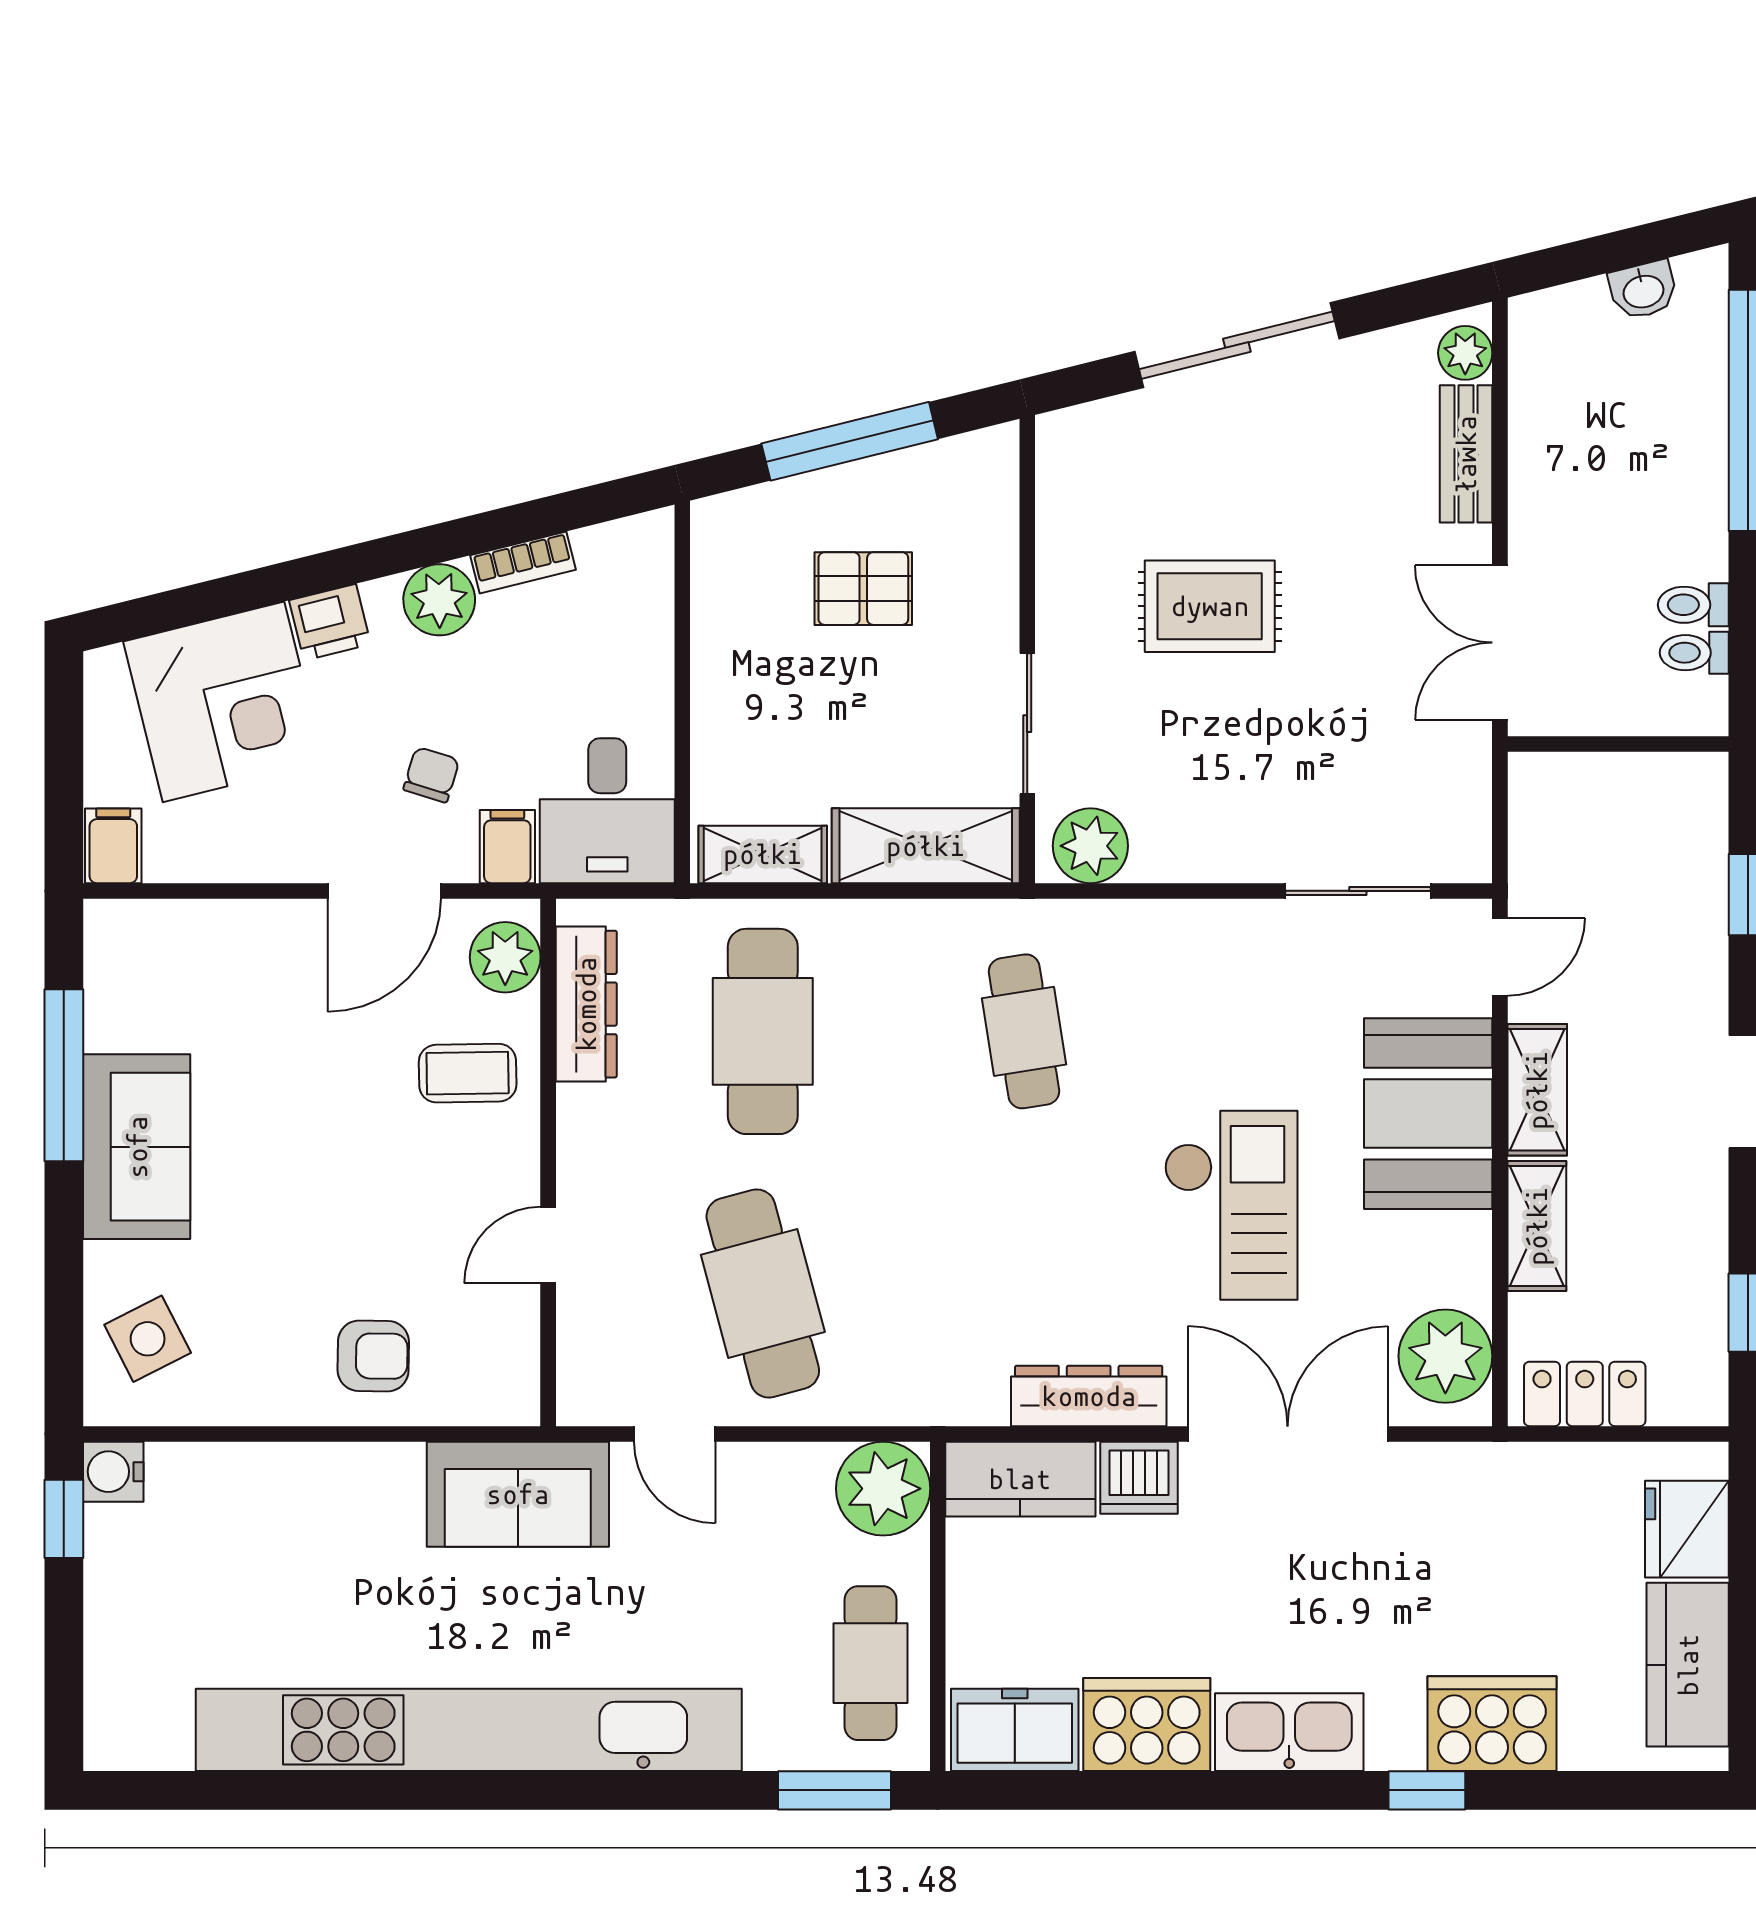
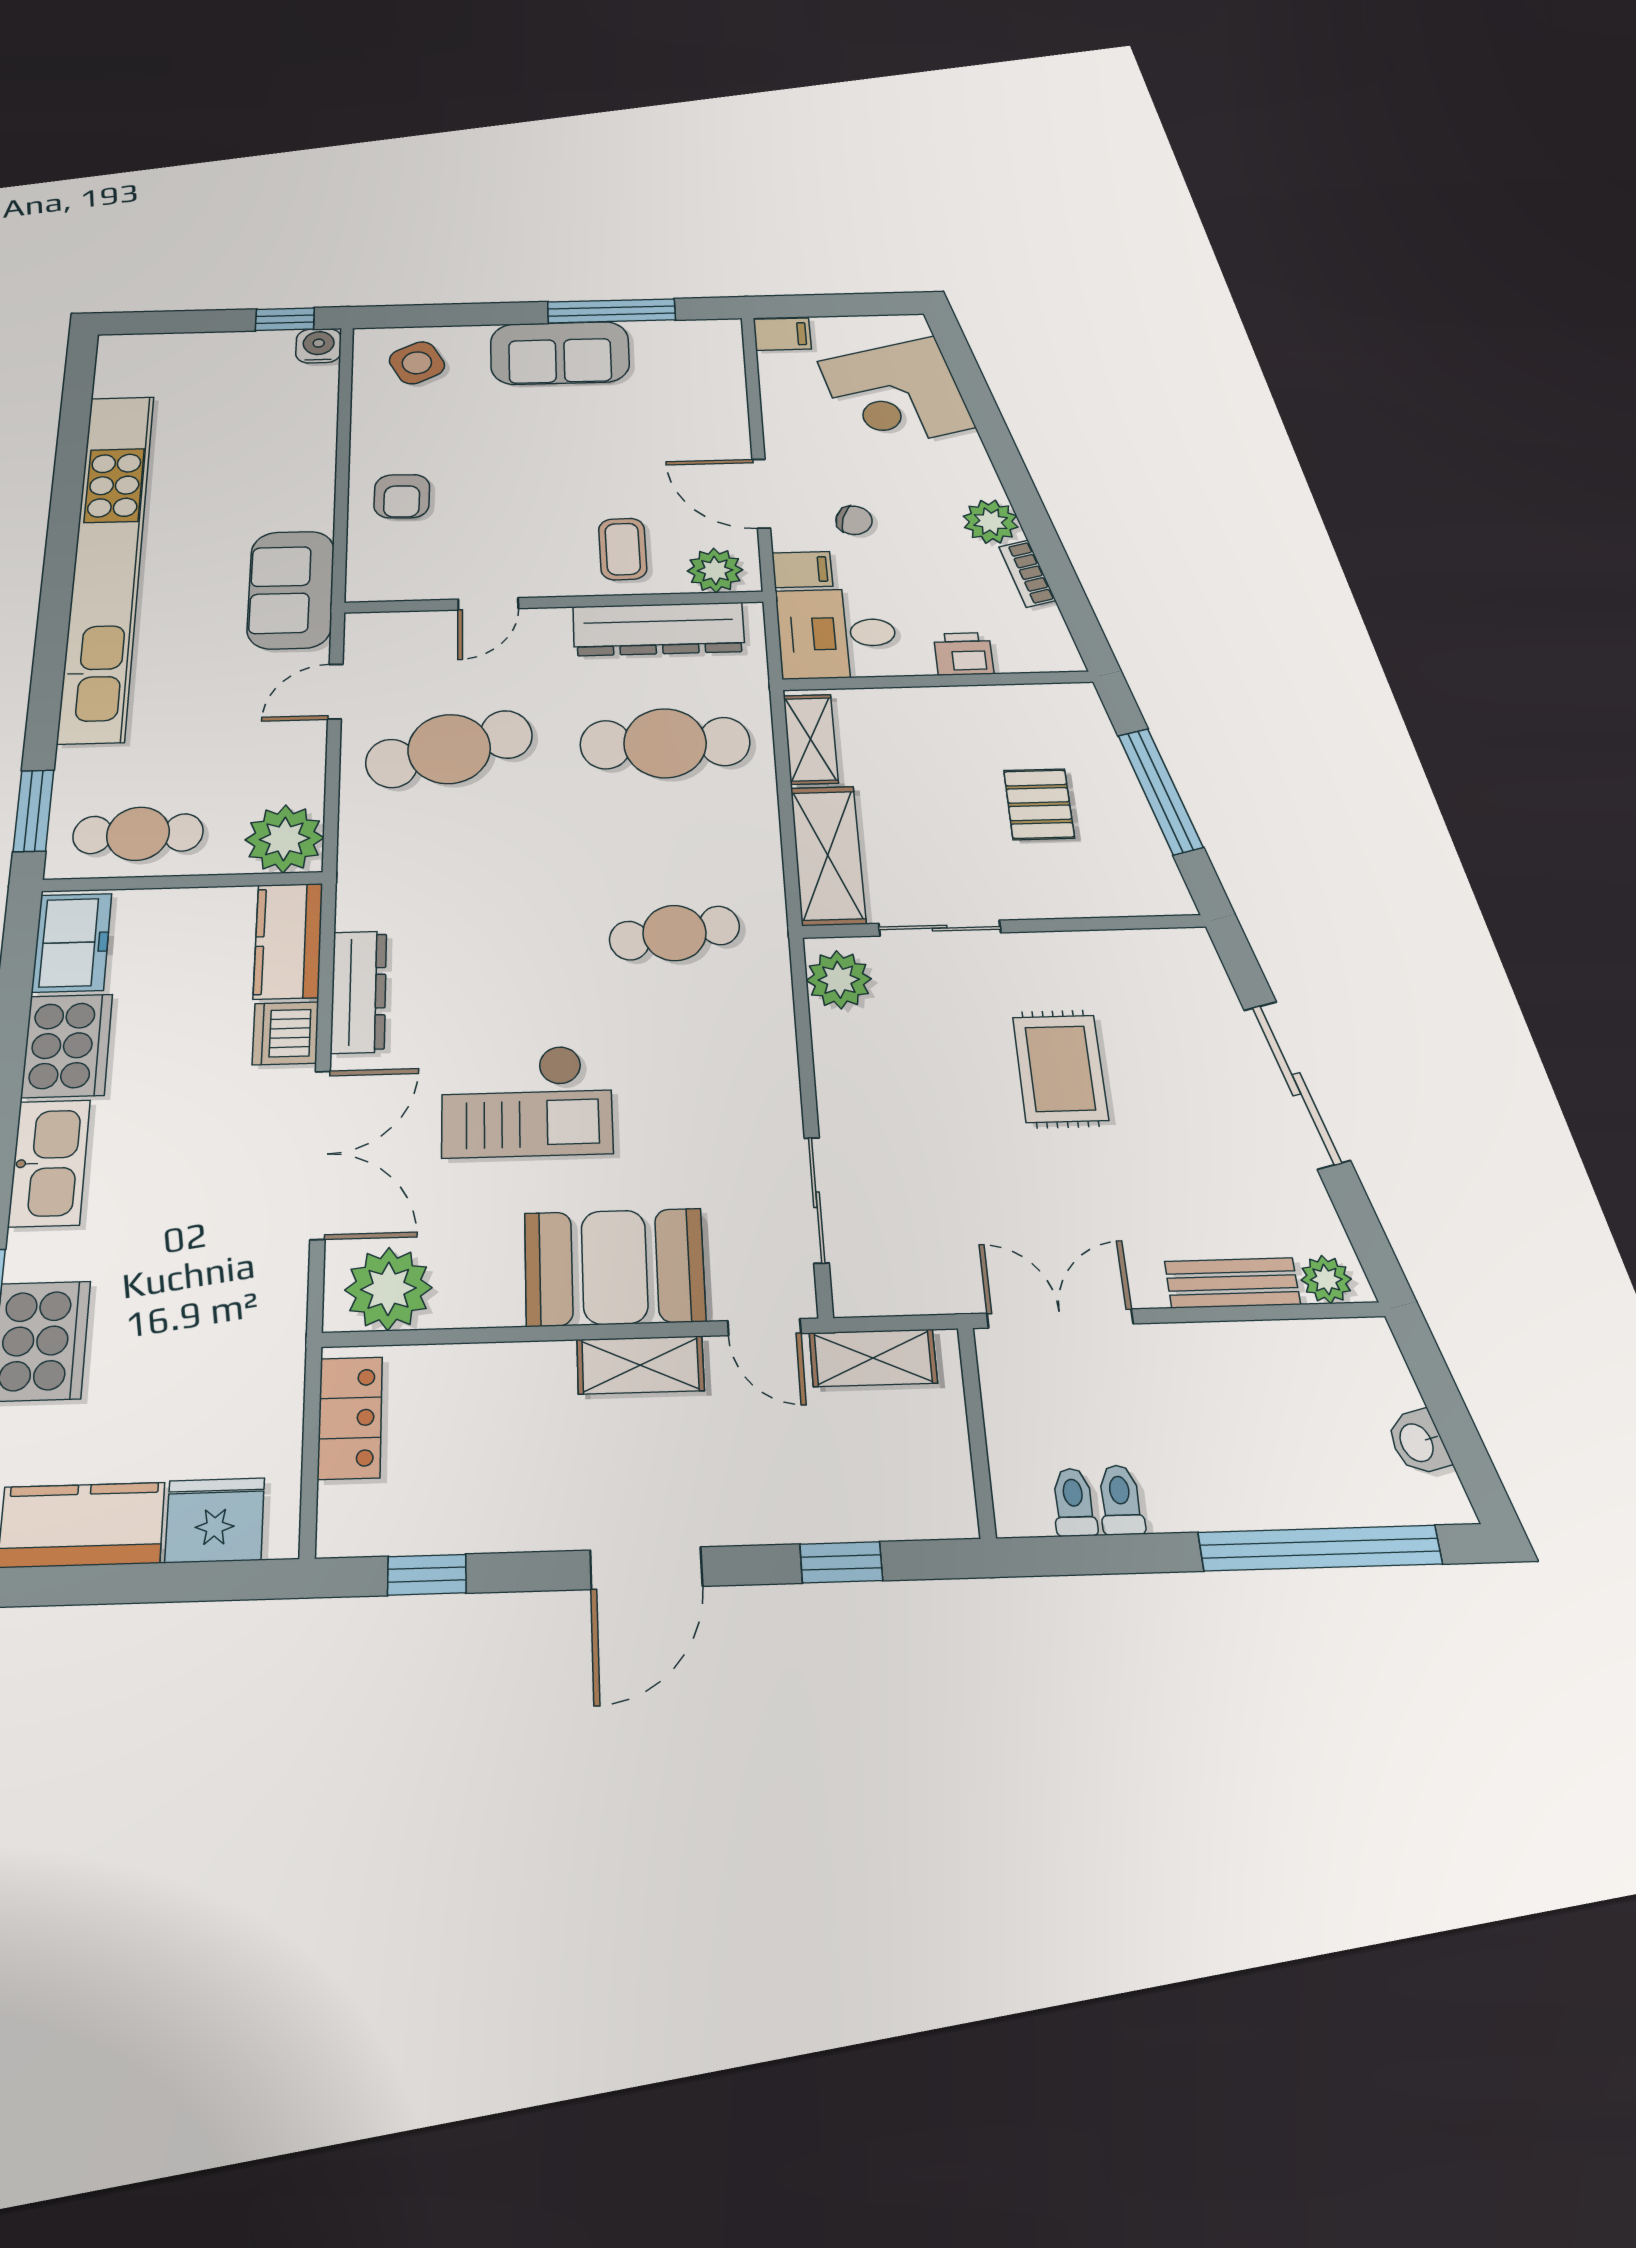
printer: (330, 622) -> (964, 654), moved, turned 104
dresser: (586, 1004) -> (659, 629), width x1.37, depth x1.24
shelving: (1537, 1226) -> (873, 1358), moved
door: (548, 1245) -> (488, 604), swing flipped

